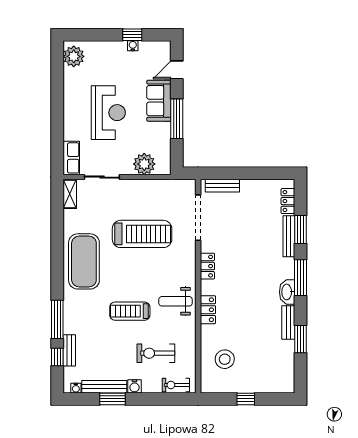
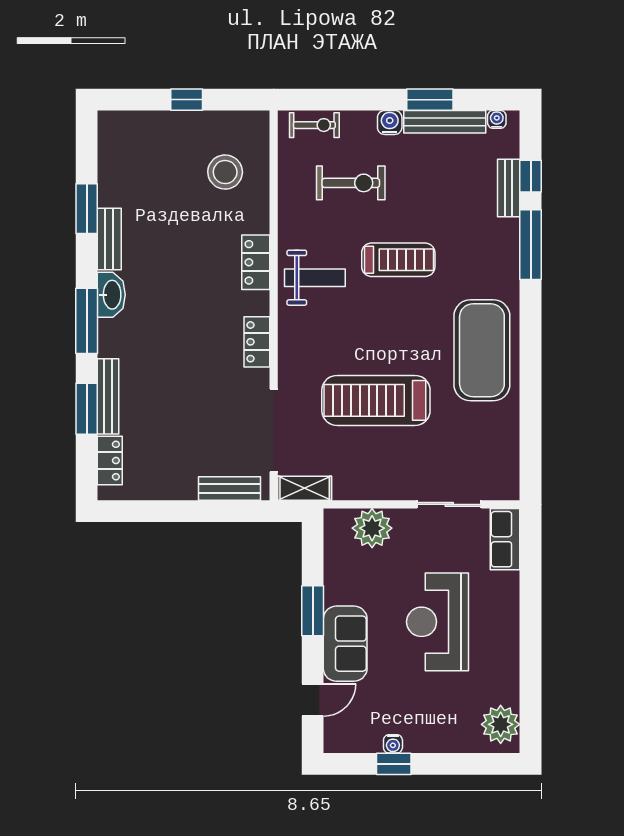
window: (177, 119) -> (313, 611), width x0.69
shelving: (70, 194) -> (305, 488), moved, turned 90

